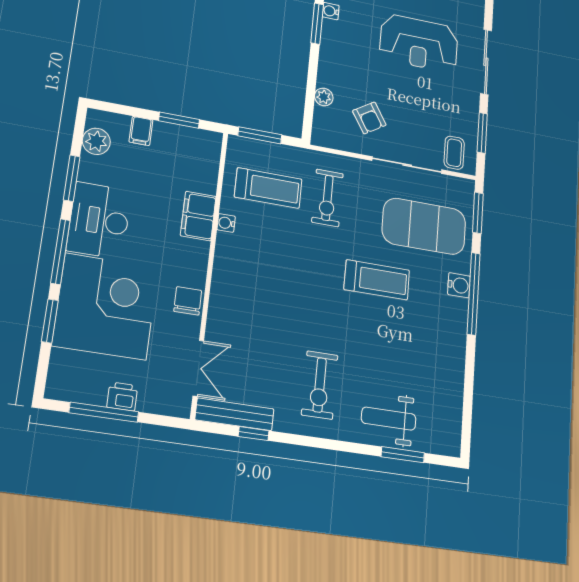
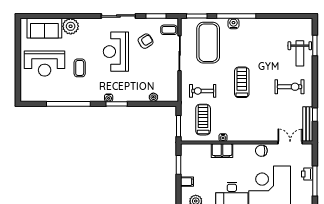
reception desk: (419, 43) -> (116, 52), turned 180
armchair: (369, 118) -> (146, 41), moved
exercise bike: (327, 198) -> (203, 91), turned 180
treadmill: (377, 280) -> (242, 82), moved

